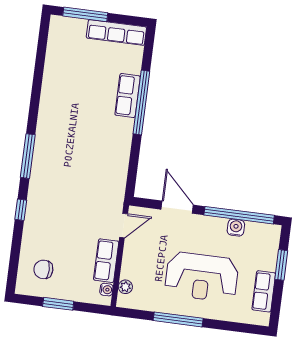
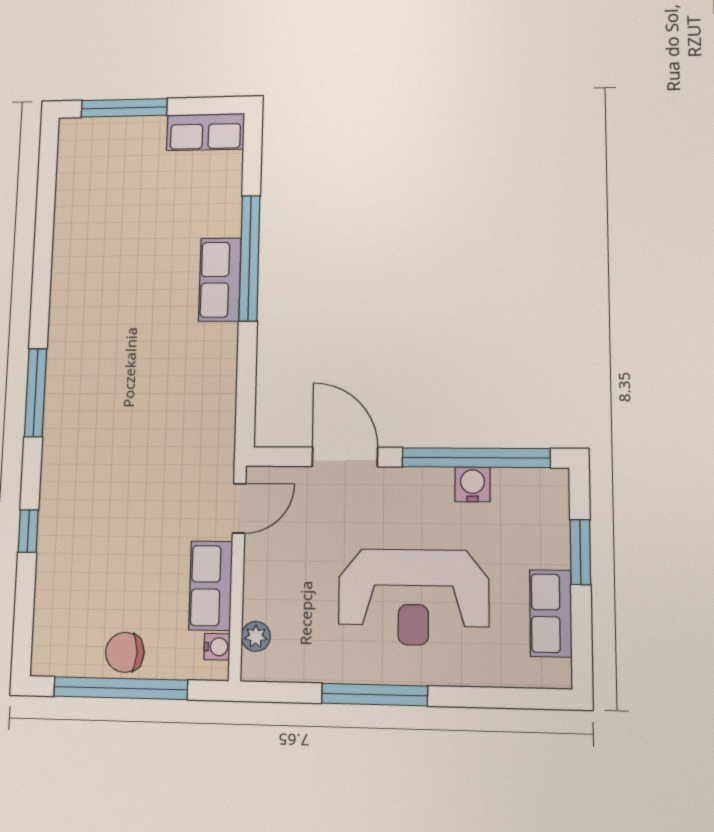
row of seats: (116, 32) -> (205, 132), width x0.68
row of seats: (128, 96) -> (220, 280), moved
window: (21, 210) -> (28, 531), moved
chair: (43, 269) -> (125, 652), moved
window: (58, 304) -> (121, 688), width x2.11

